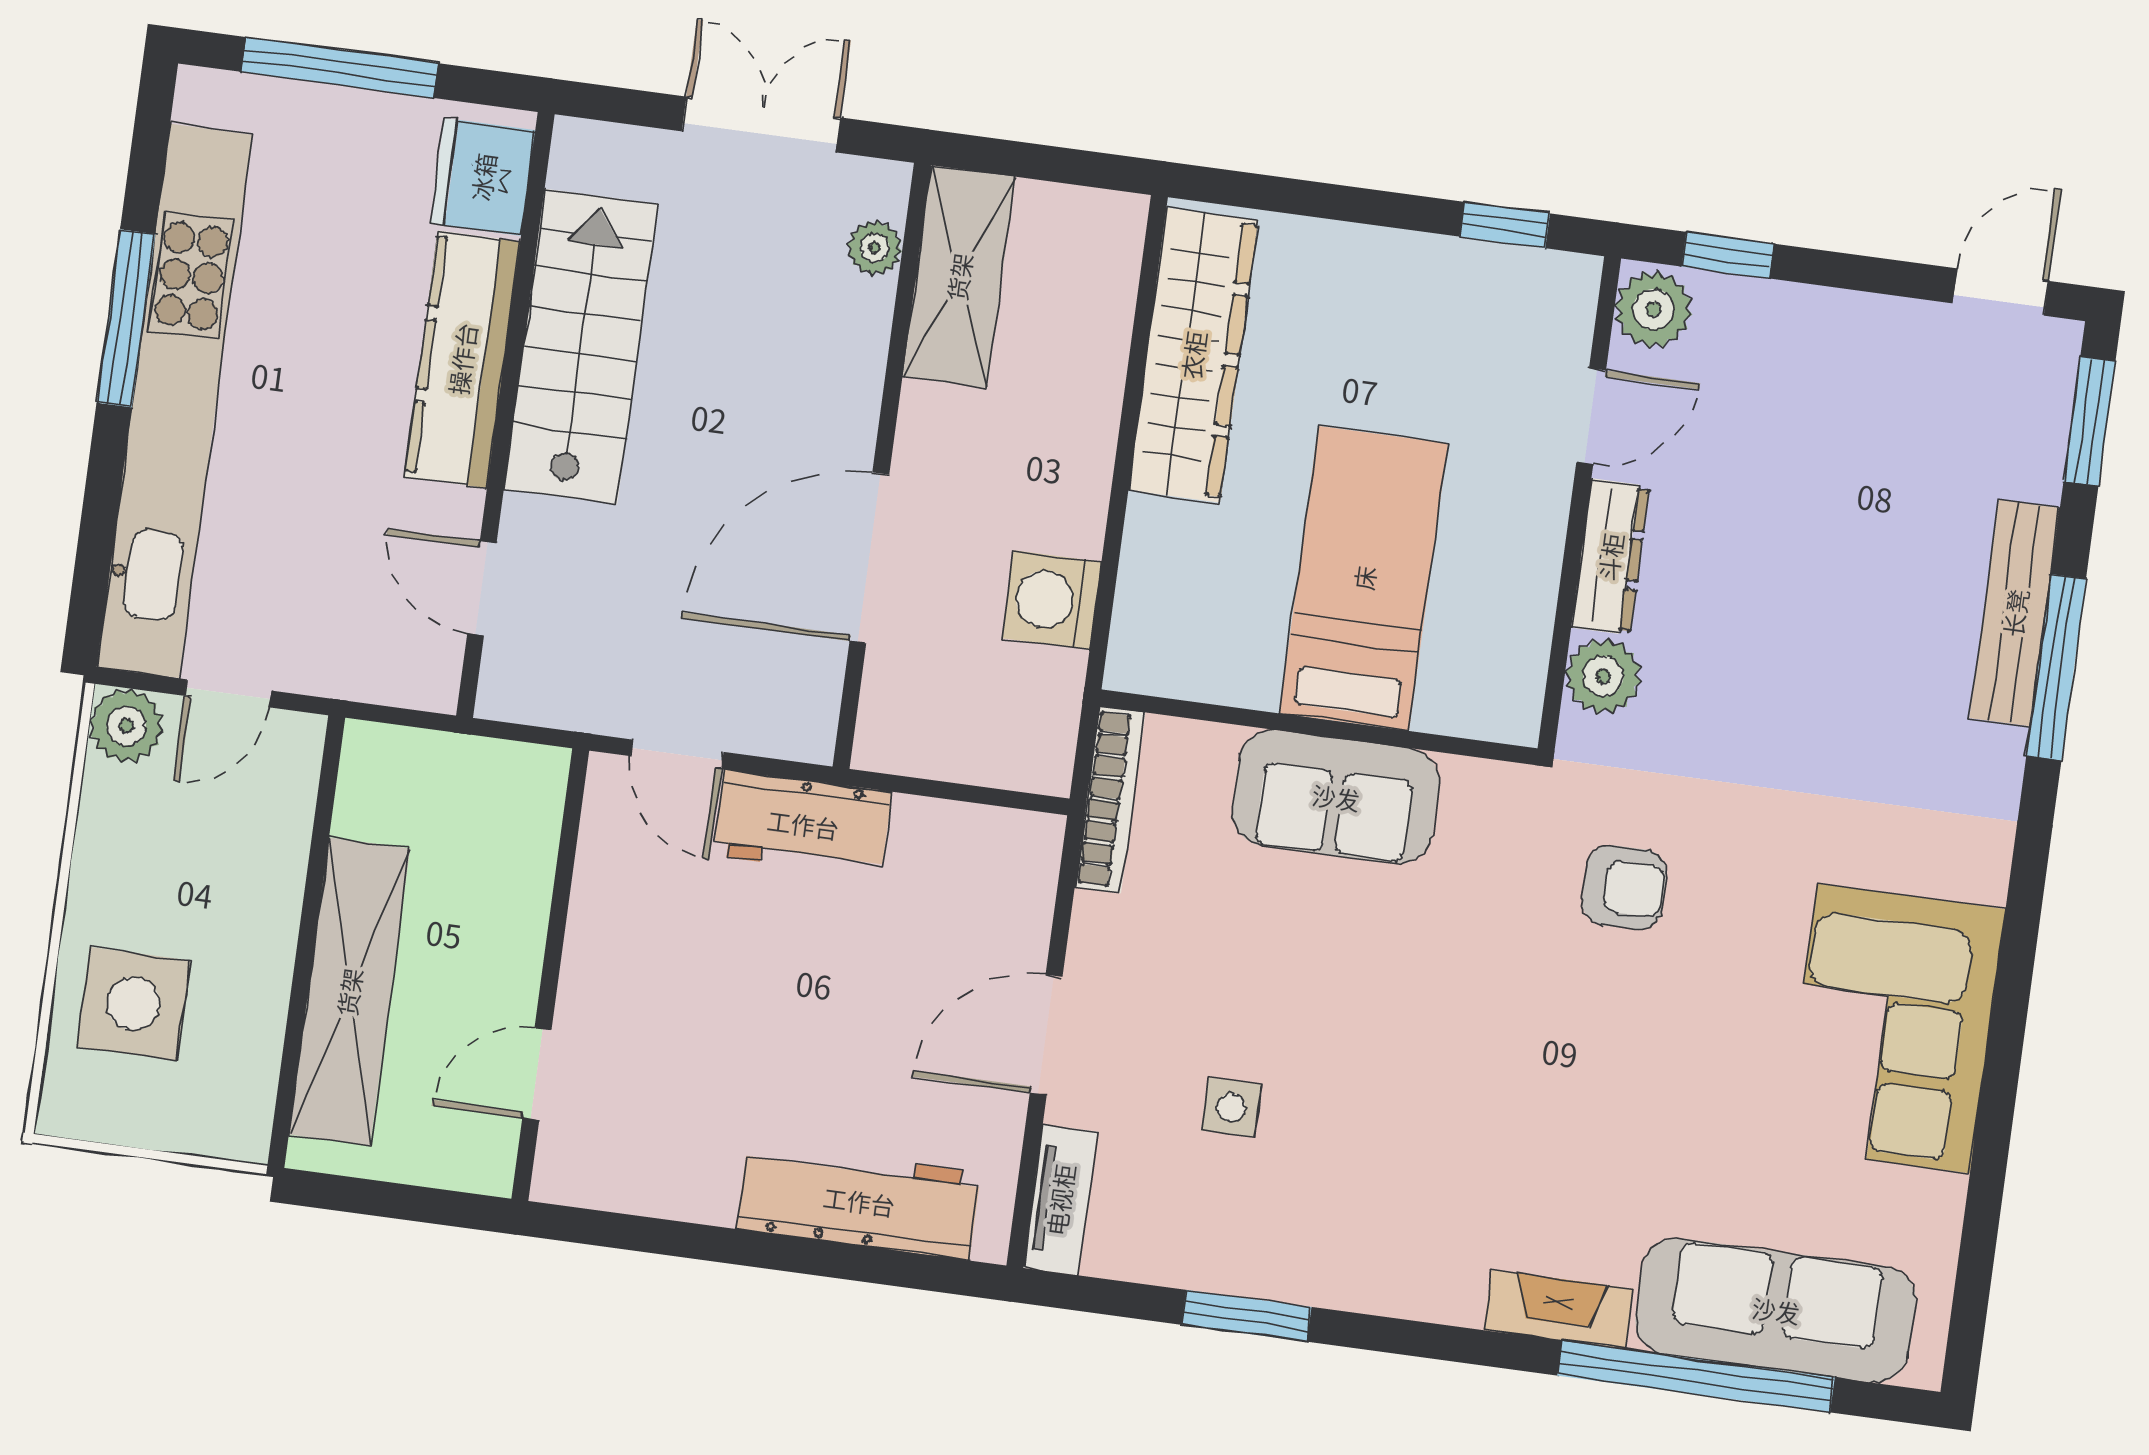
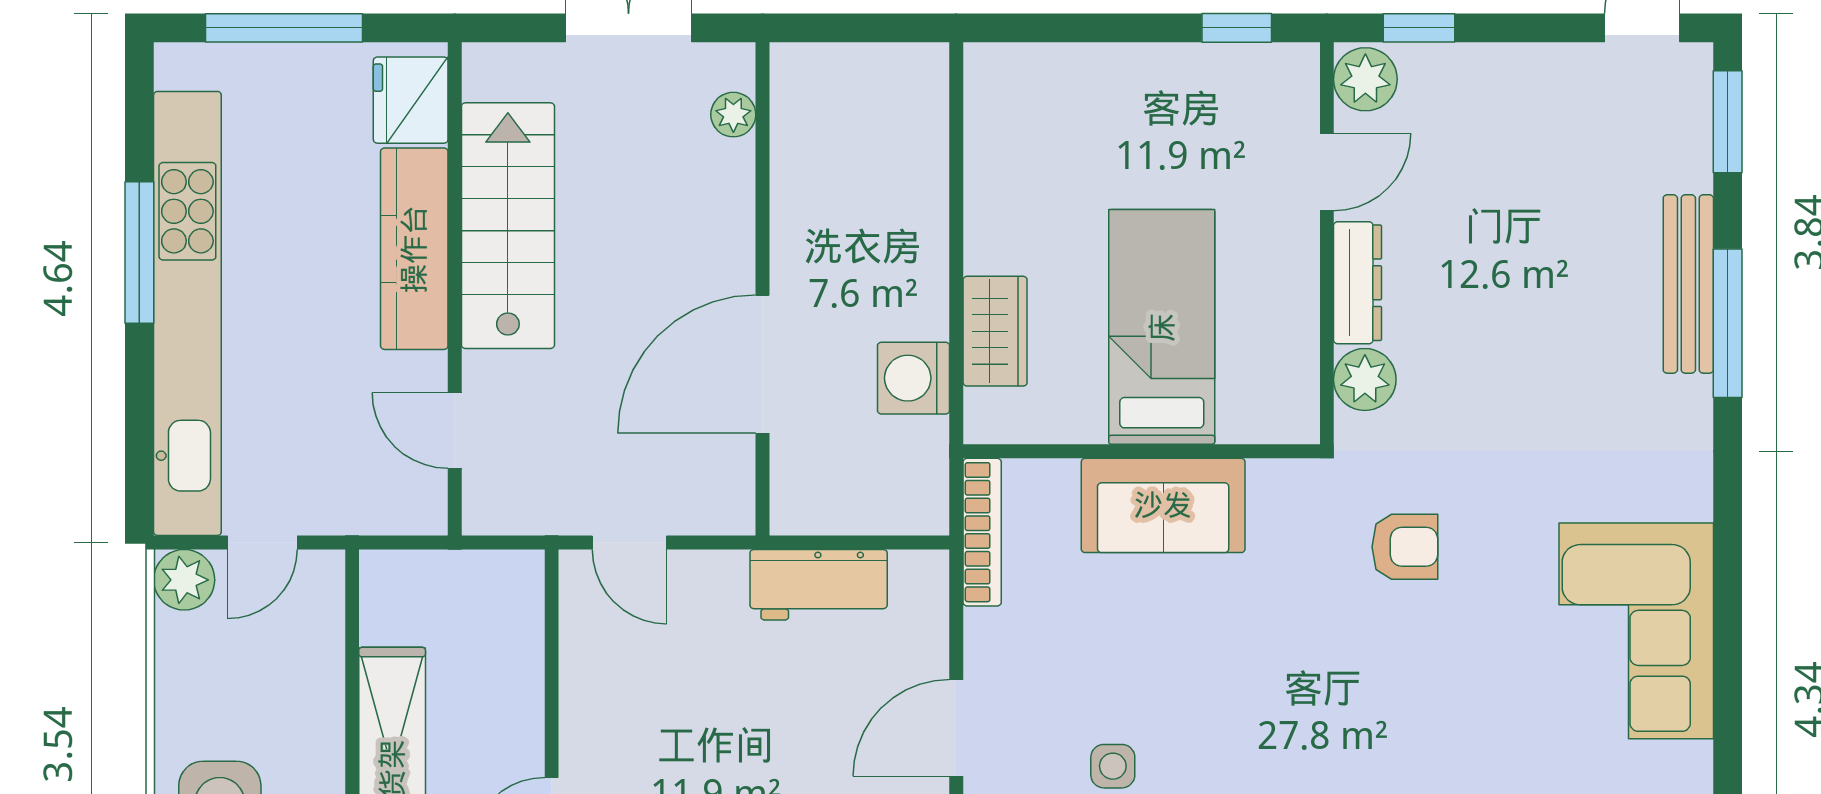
shelving: (959, 277) -> (804, 128), removed
wardrobe: (1193, 355) -> (995, 331), moved, width x0.48, depth x0.85
workbench: (803, 824) -> (819, 585), moved

